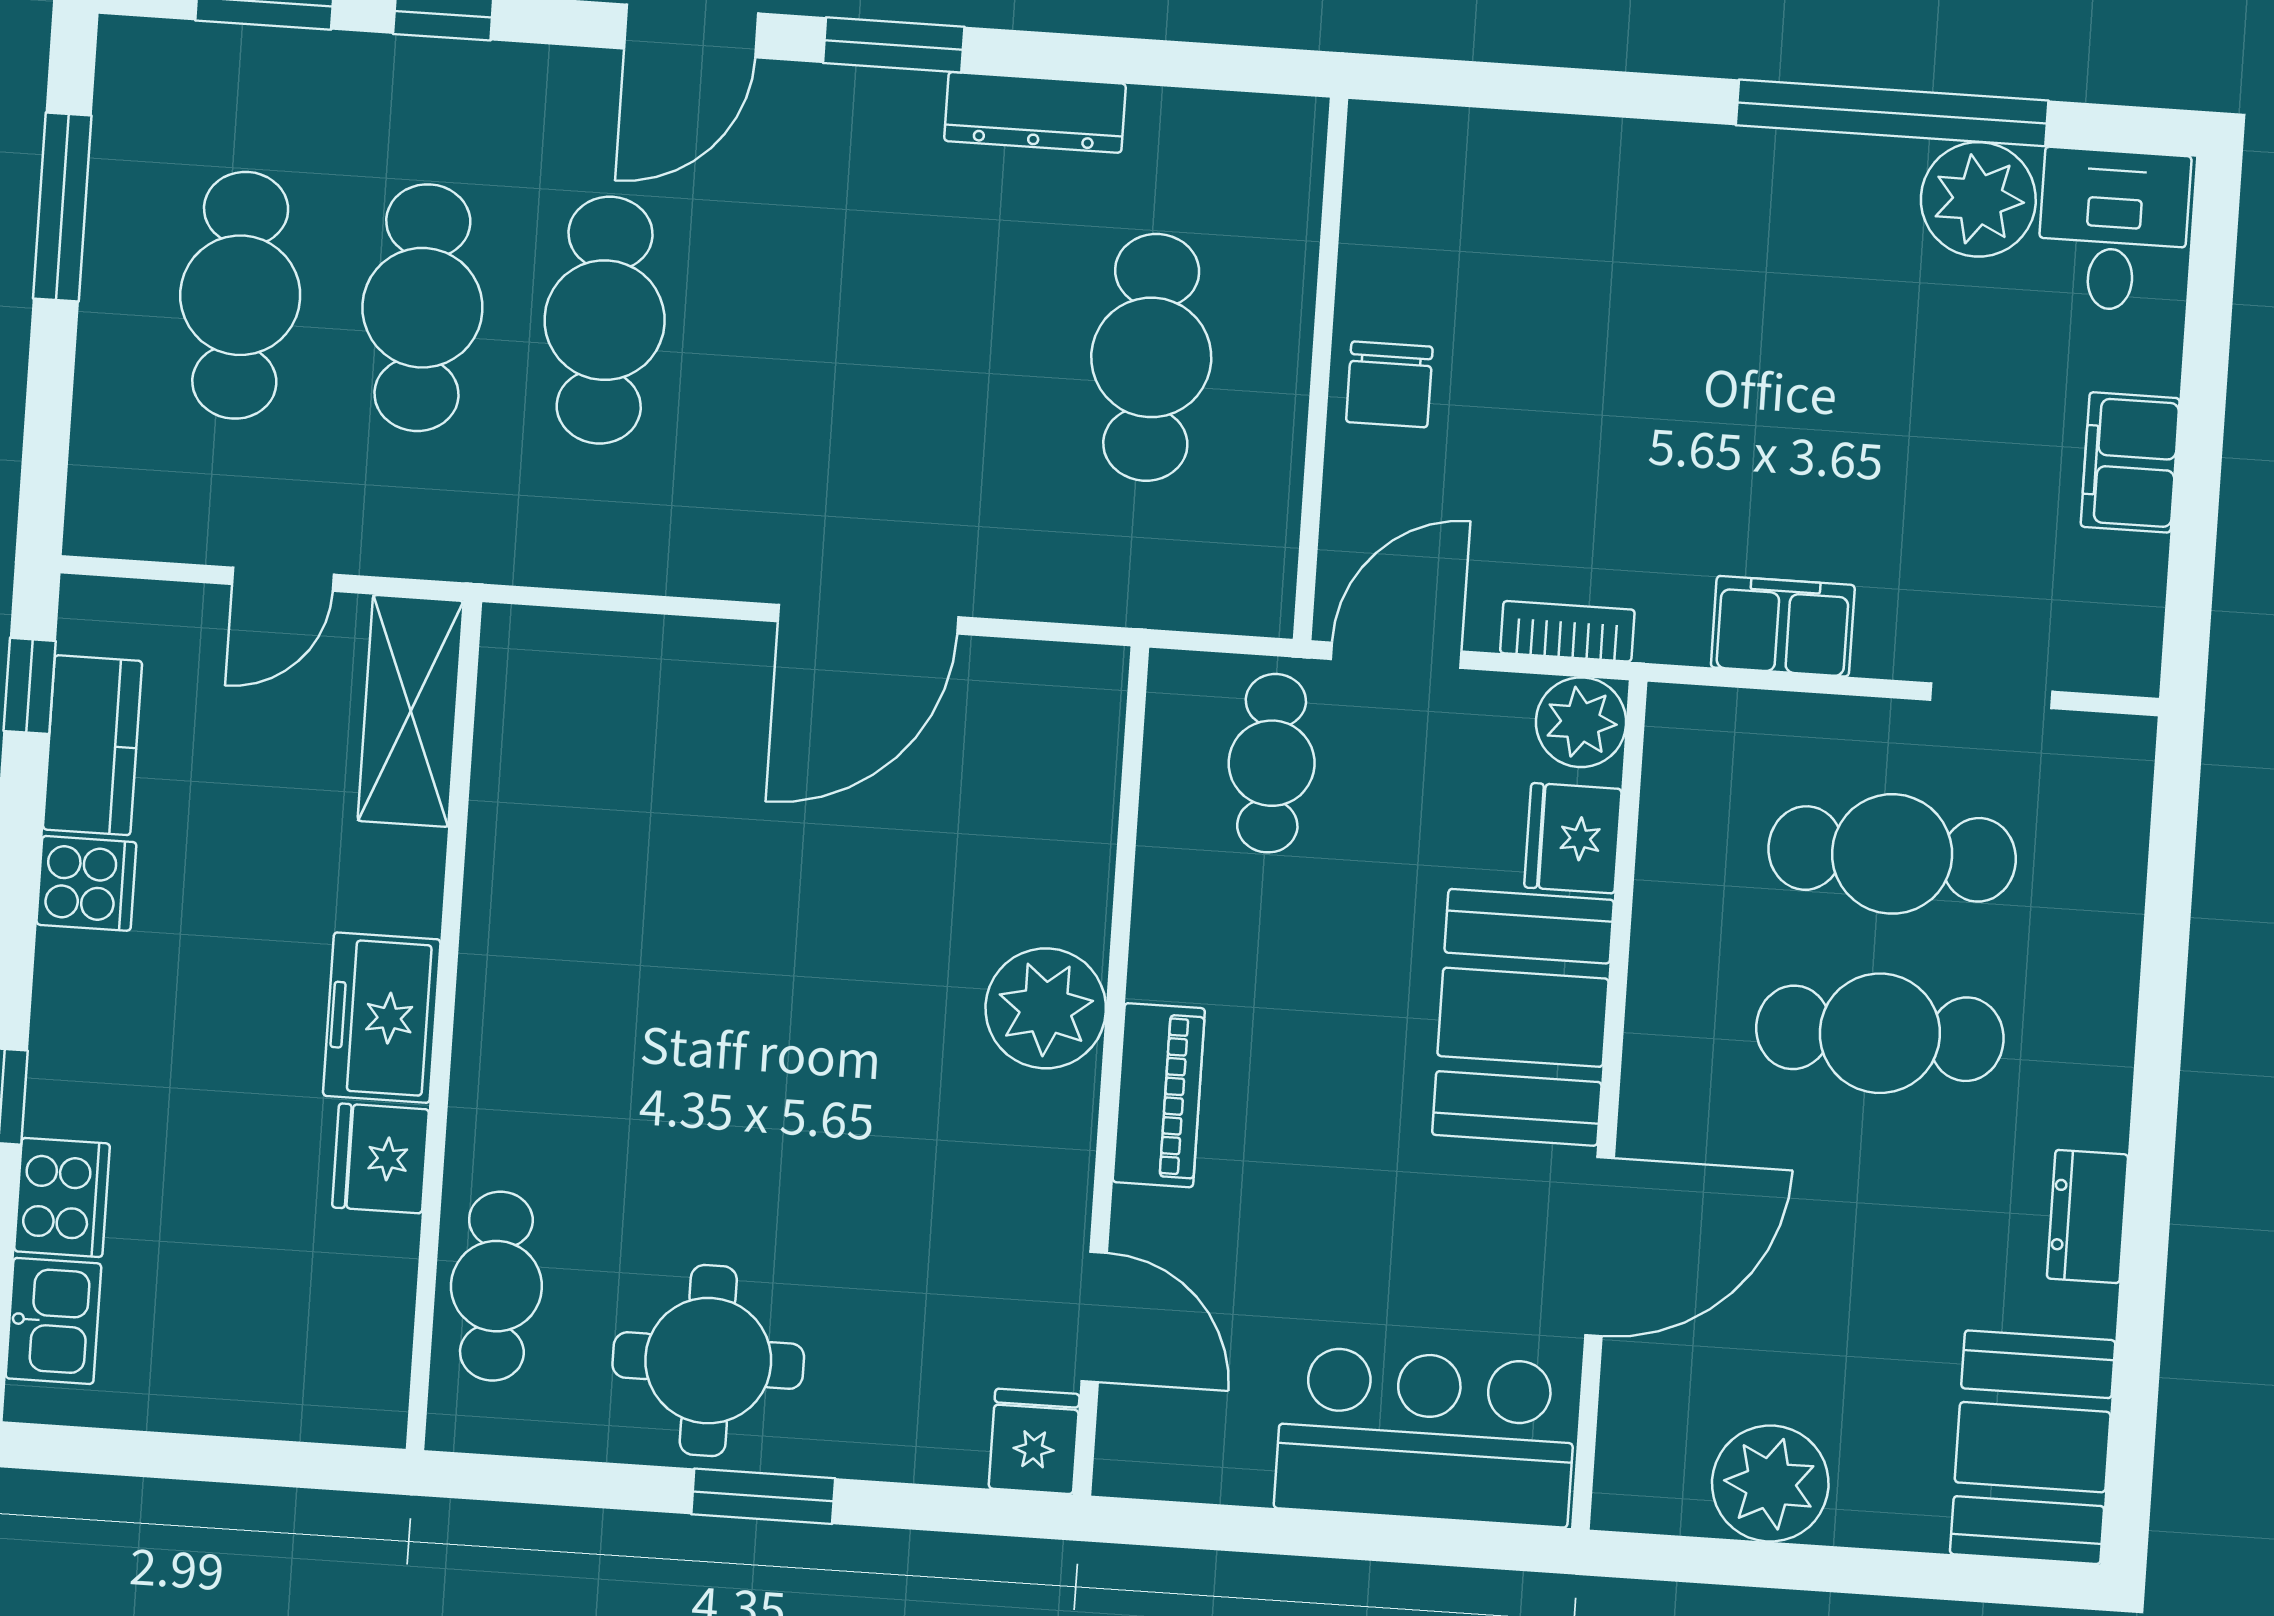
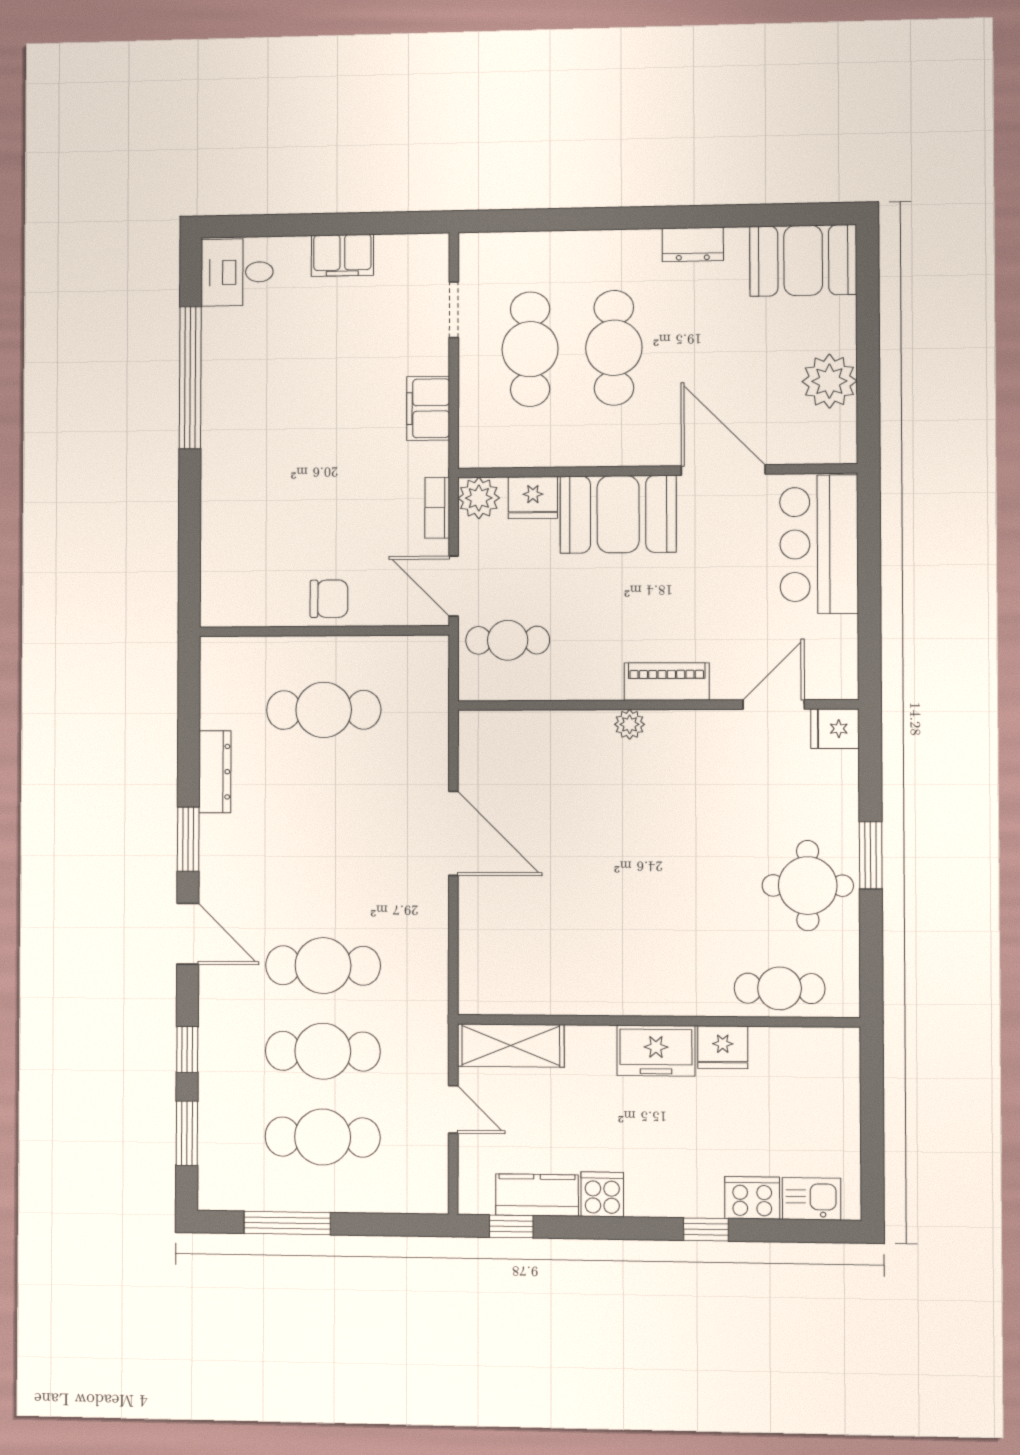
plant: (1978, 199) -> (227, 335), removed
plant: (1046, 1008) -> (630, 724), width x0.53, depth x0.53

